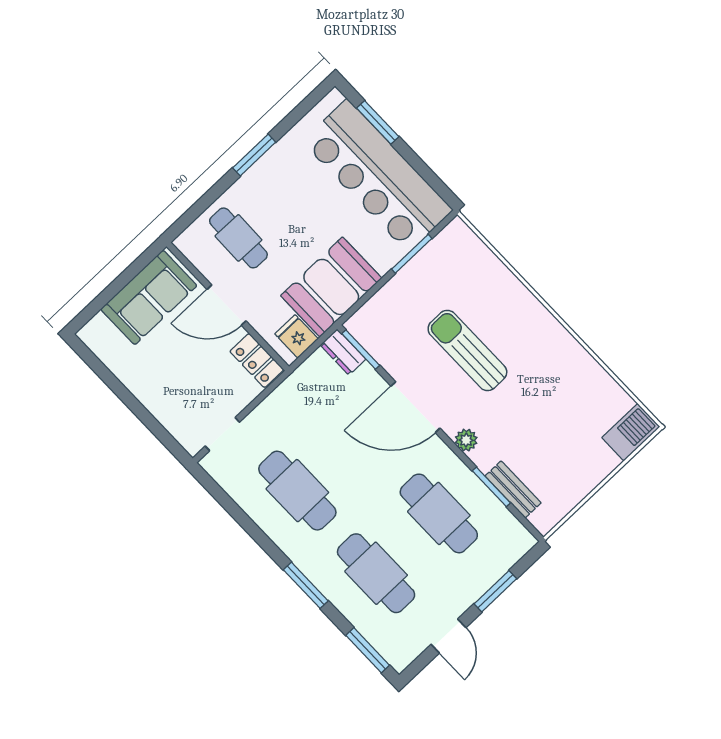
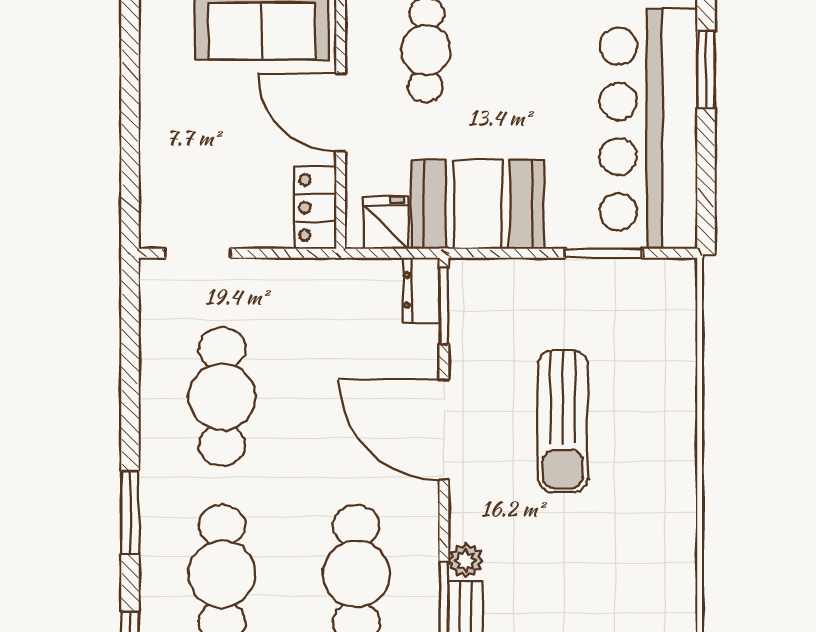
sun lounger: (467, 350) -> (563, 421), turned 180
plant: (466, 440) -> (465, 560), moved

